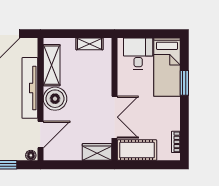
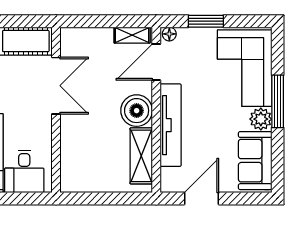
shelving: (89, 44) -> (132, 35), moved
double door: (115, 117) -> (56, 86), swing flipped
wardrobe: (97, 152) -> (80, 39), removed

